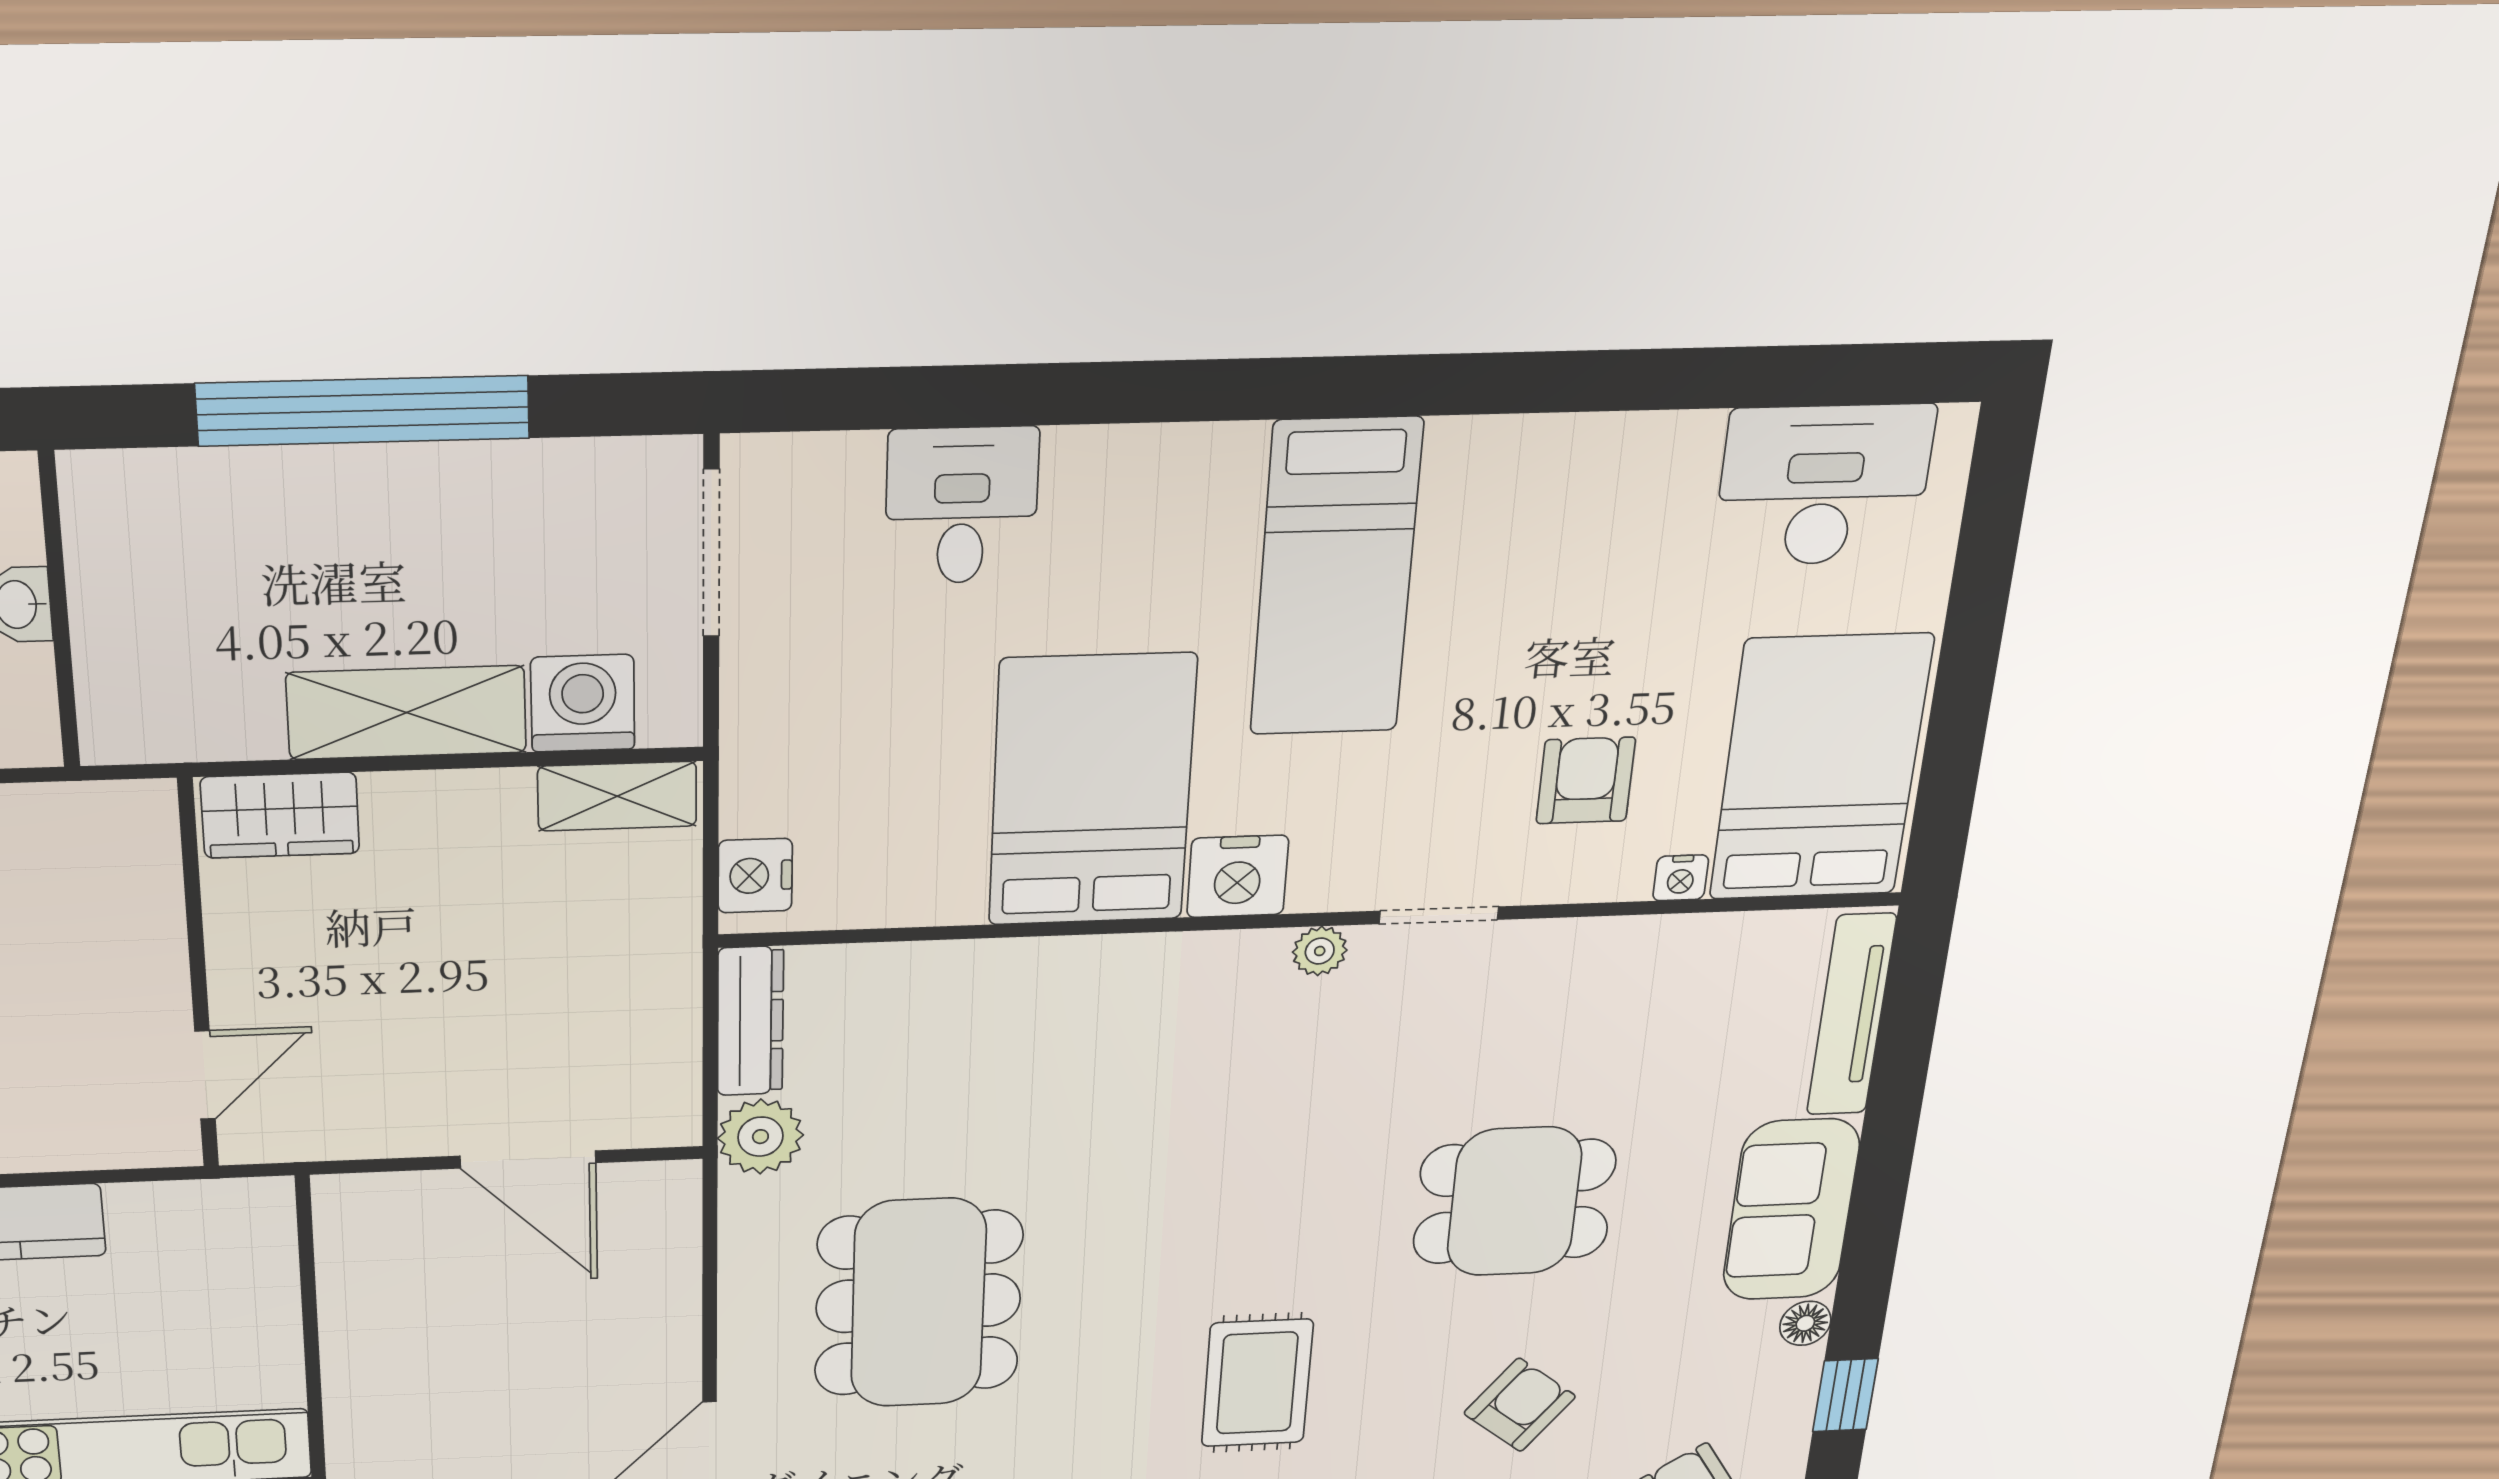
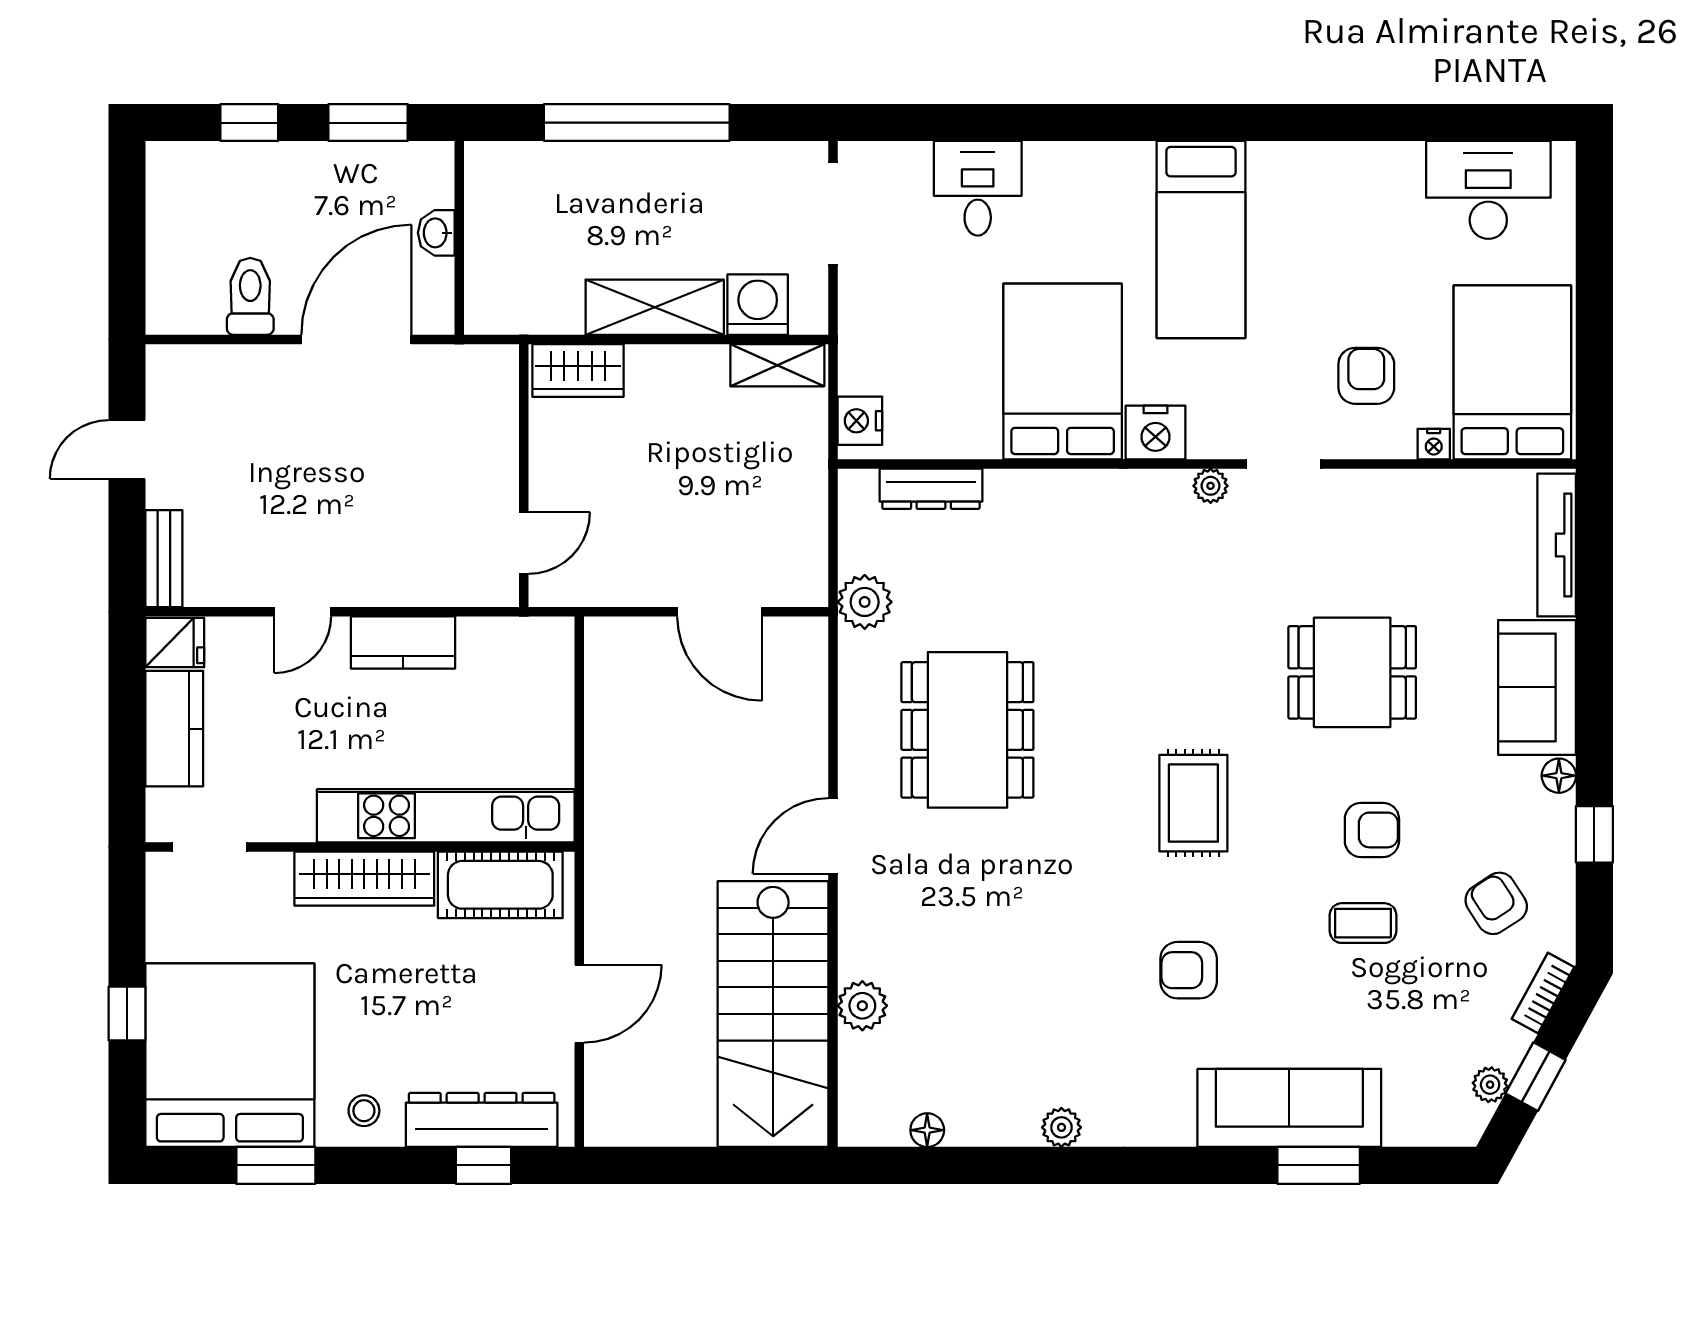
dresser: (750, 1021) -> (931, 489), moved, turned 90
armchair: (1520, 1405) -> (1372, 830), turned 52

